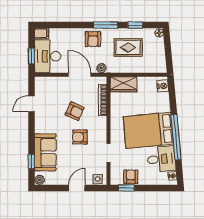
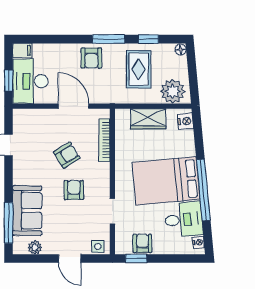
rug: (128, 47) -> (139, 69), turned 90
plant: (101, 68) -> (173, 91), moved, width x1.88, depth x1.88
wardrobe: (124, 84) -> (148, 119), moved
armchair: (75, 111) -> (67, 155), turned -56
armchair: (80, 137) -> (74, 190), turned 90
window: (31, 162) -> (9, 223), width x2.17
plant: (40, 180) -> (35, 248), moved
door: (77, 188) -> (70, 259), swing flipped

